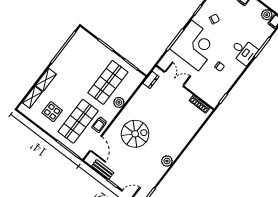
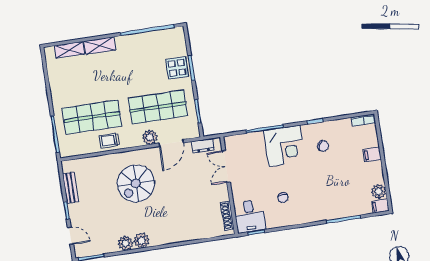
corner desk: (195, 45) -> (284, 146), width x0.74, depth x0.74
desk: (244, 51) -> (250, 216), moved
double door: (174, 79) -> (226, 166), swing flipped
display table: (52, 112) -> (177, 68), moved
spiral stairs: (135, 134) -> (136, 183), turned 90
door: (96, 143) -> (171, 143), moved
plant: (160, 171) -> (125, 243), added

